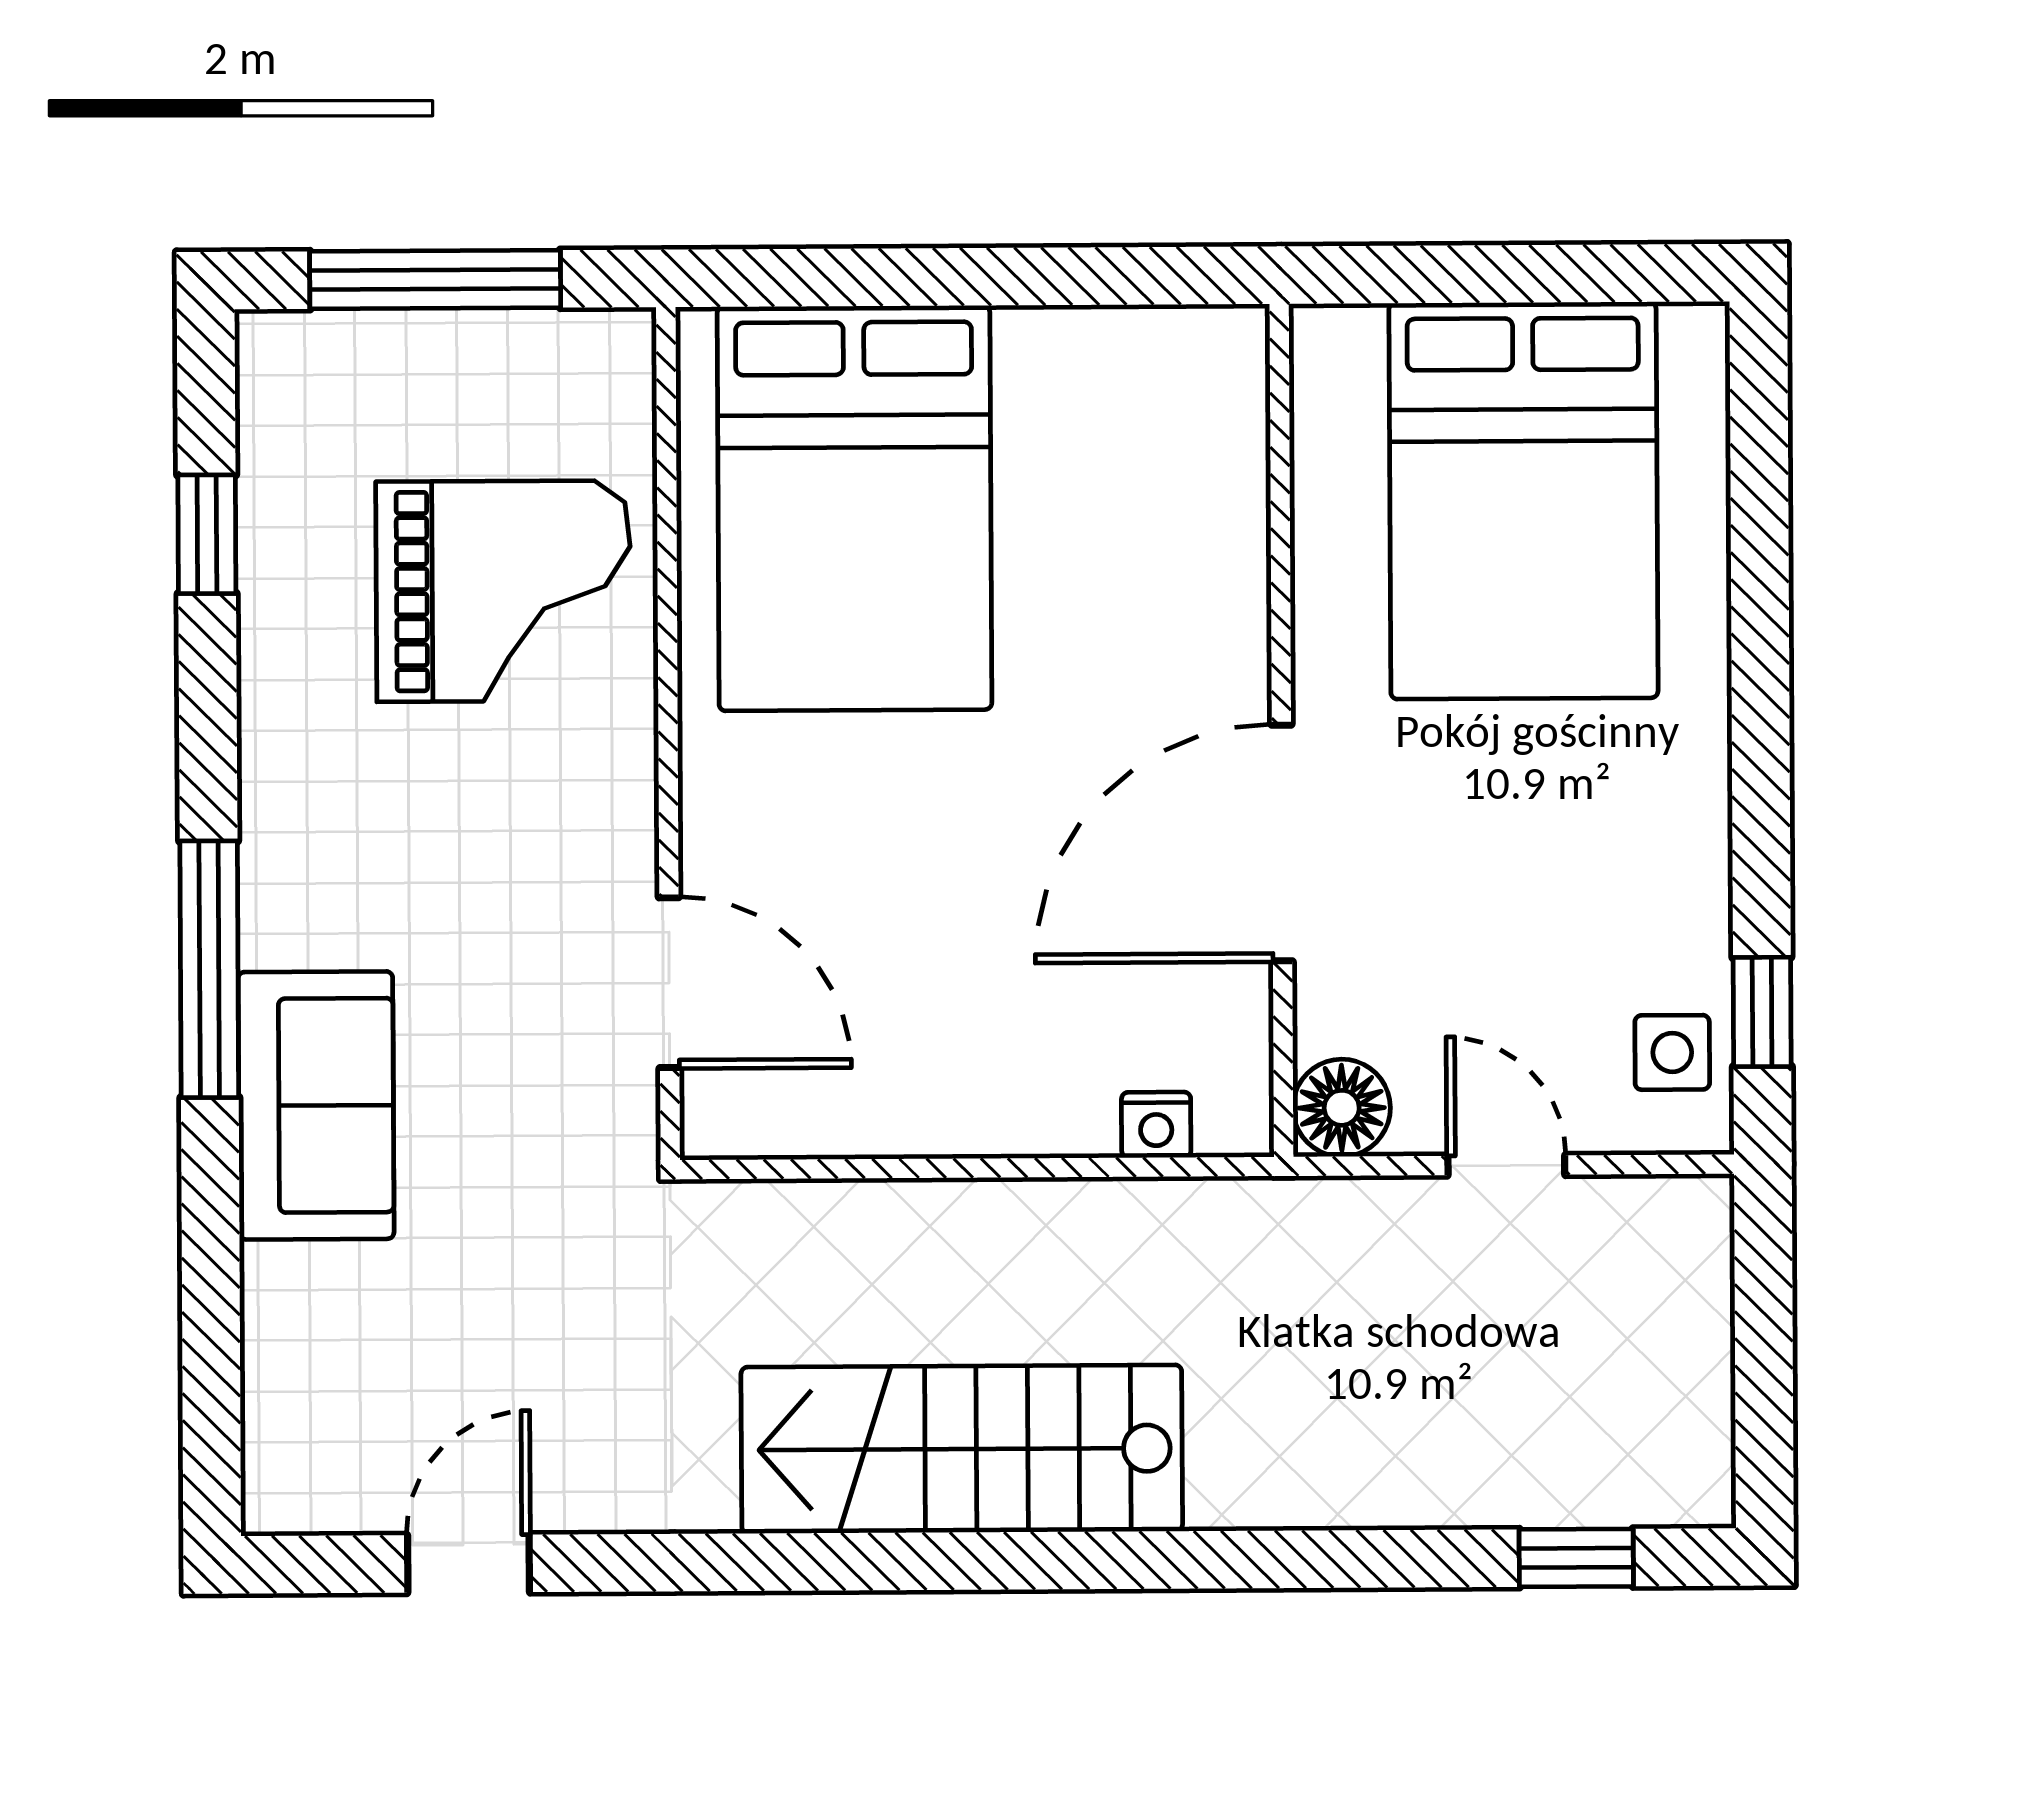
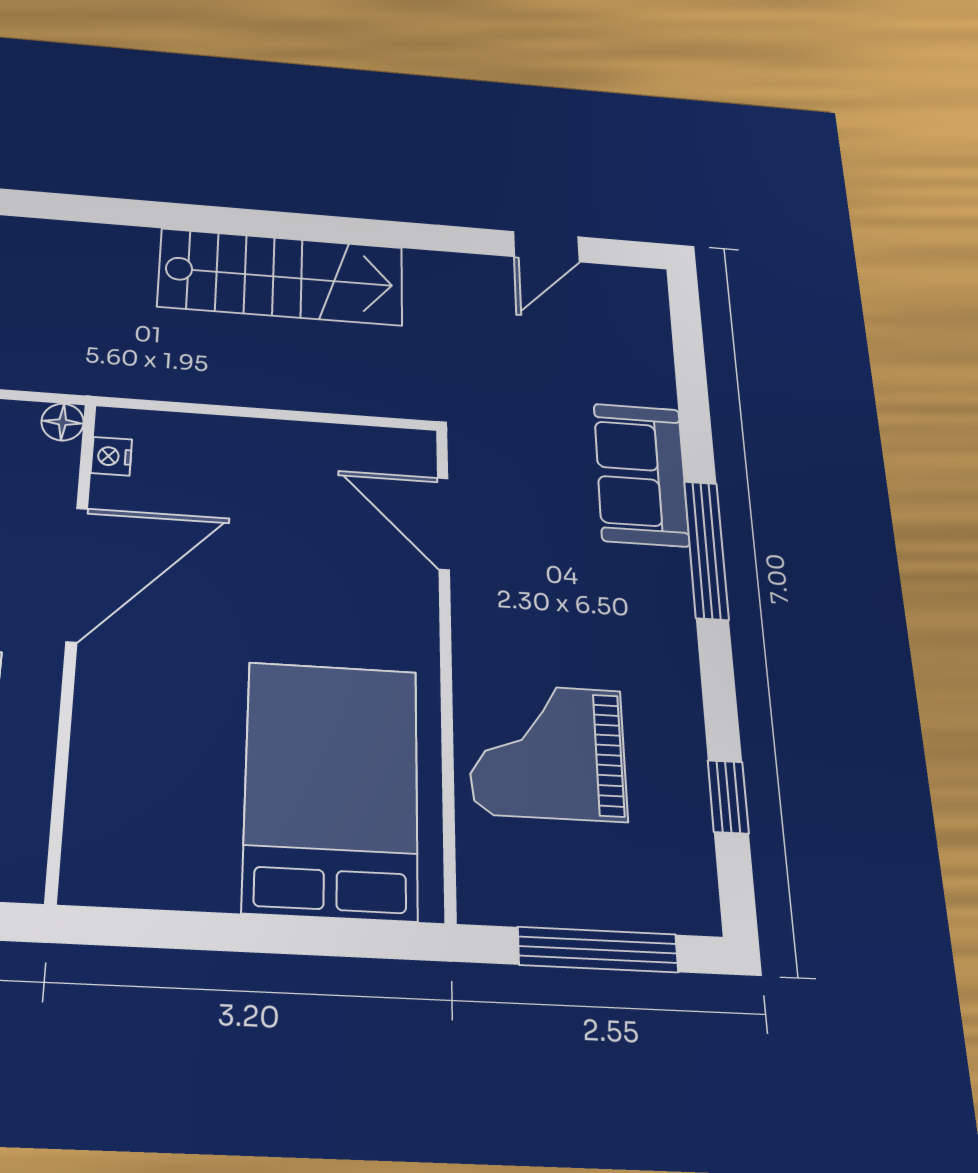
floor lamp: (1342, 1108) -> (63, 422), width x0.73, depth x0.73
nightstand: (1156, 1125) -> (111, 456), moved, turned -90

